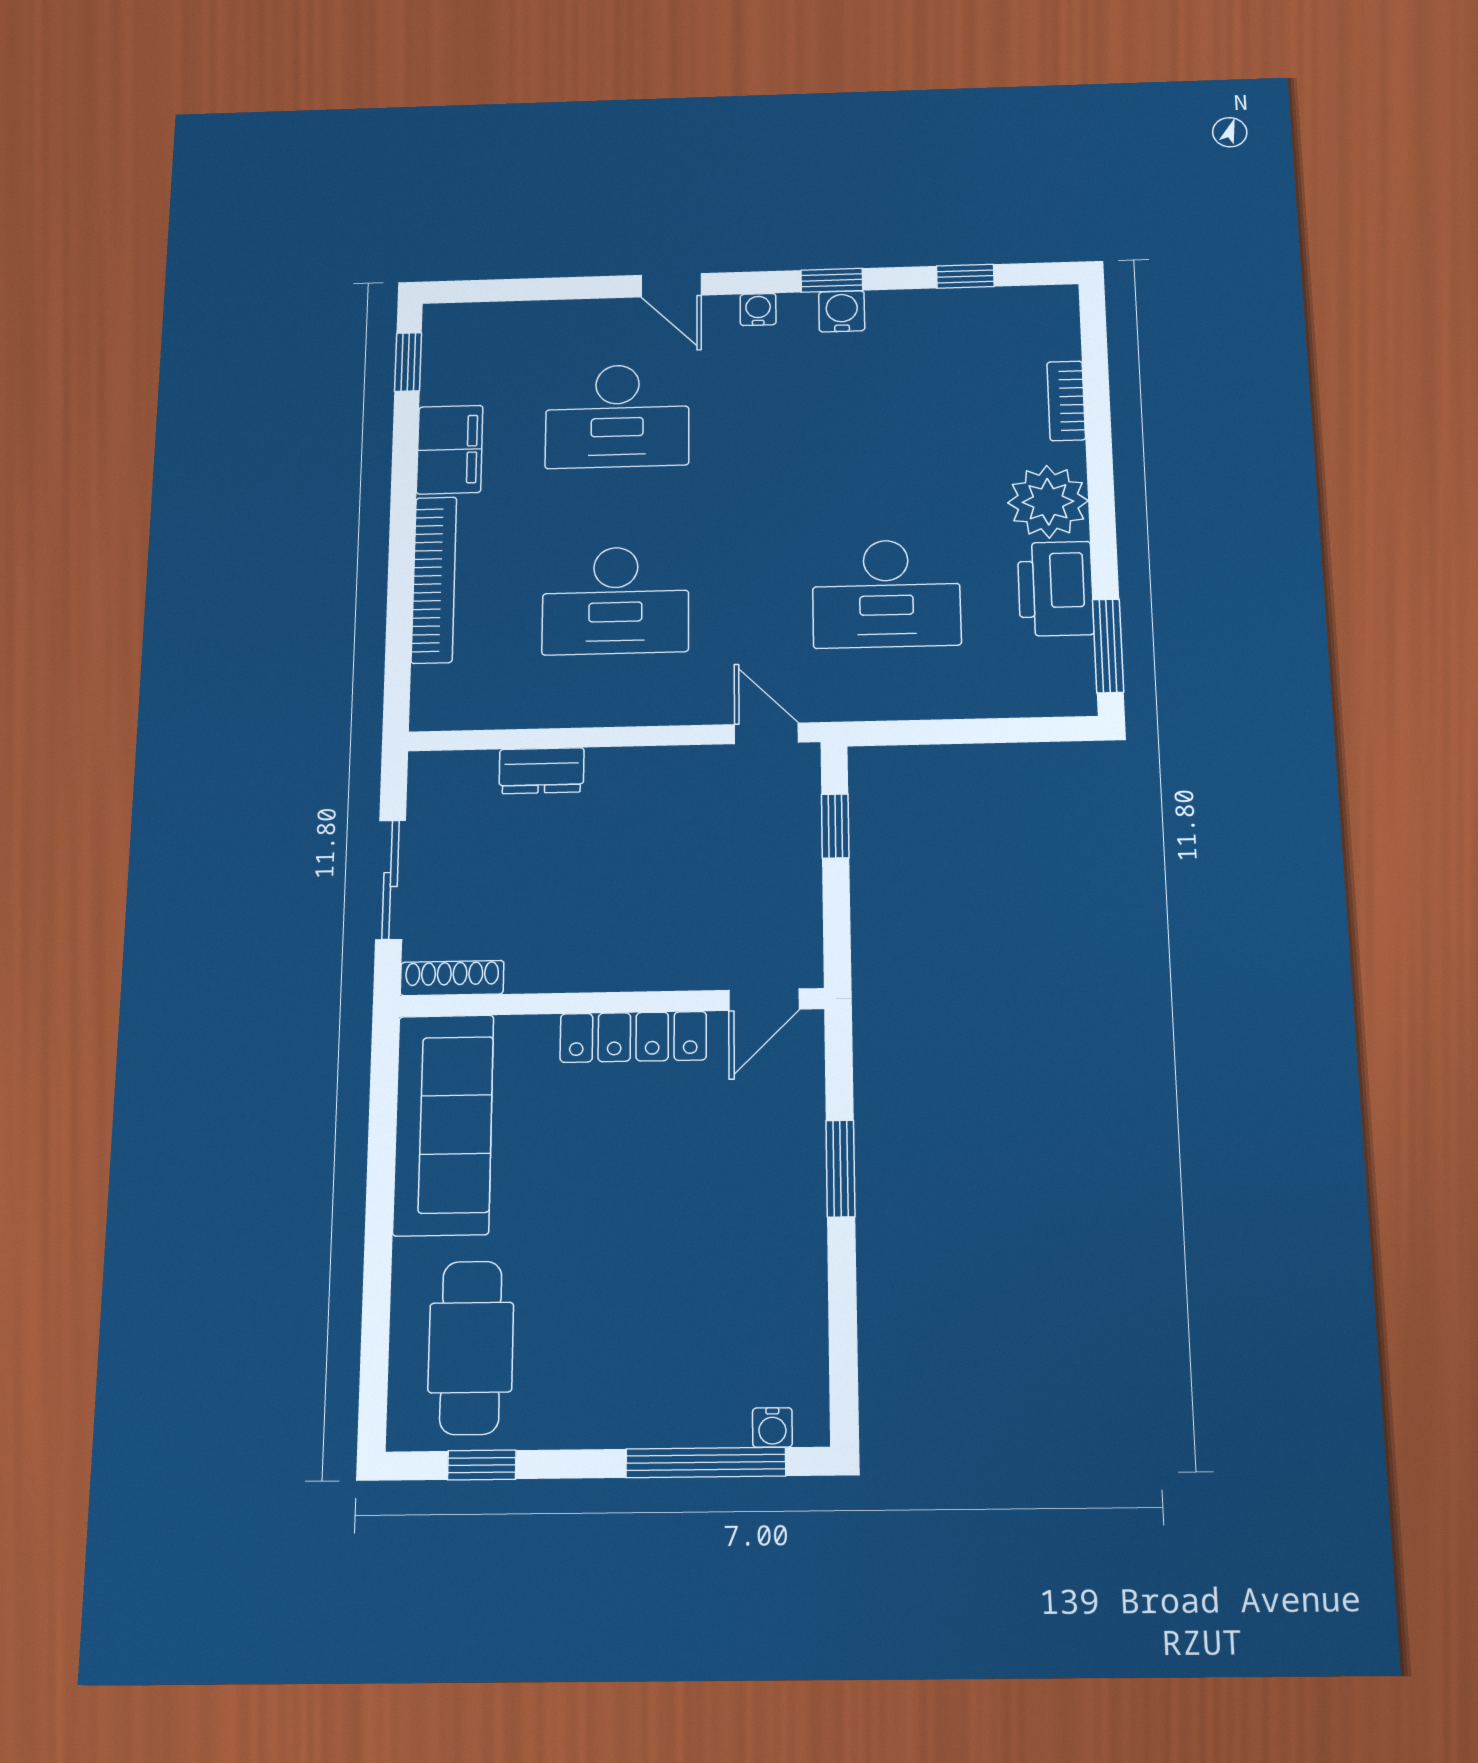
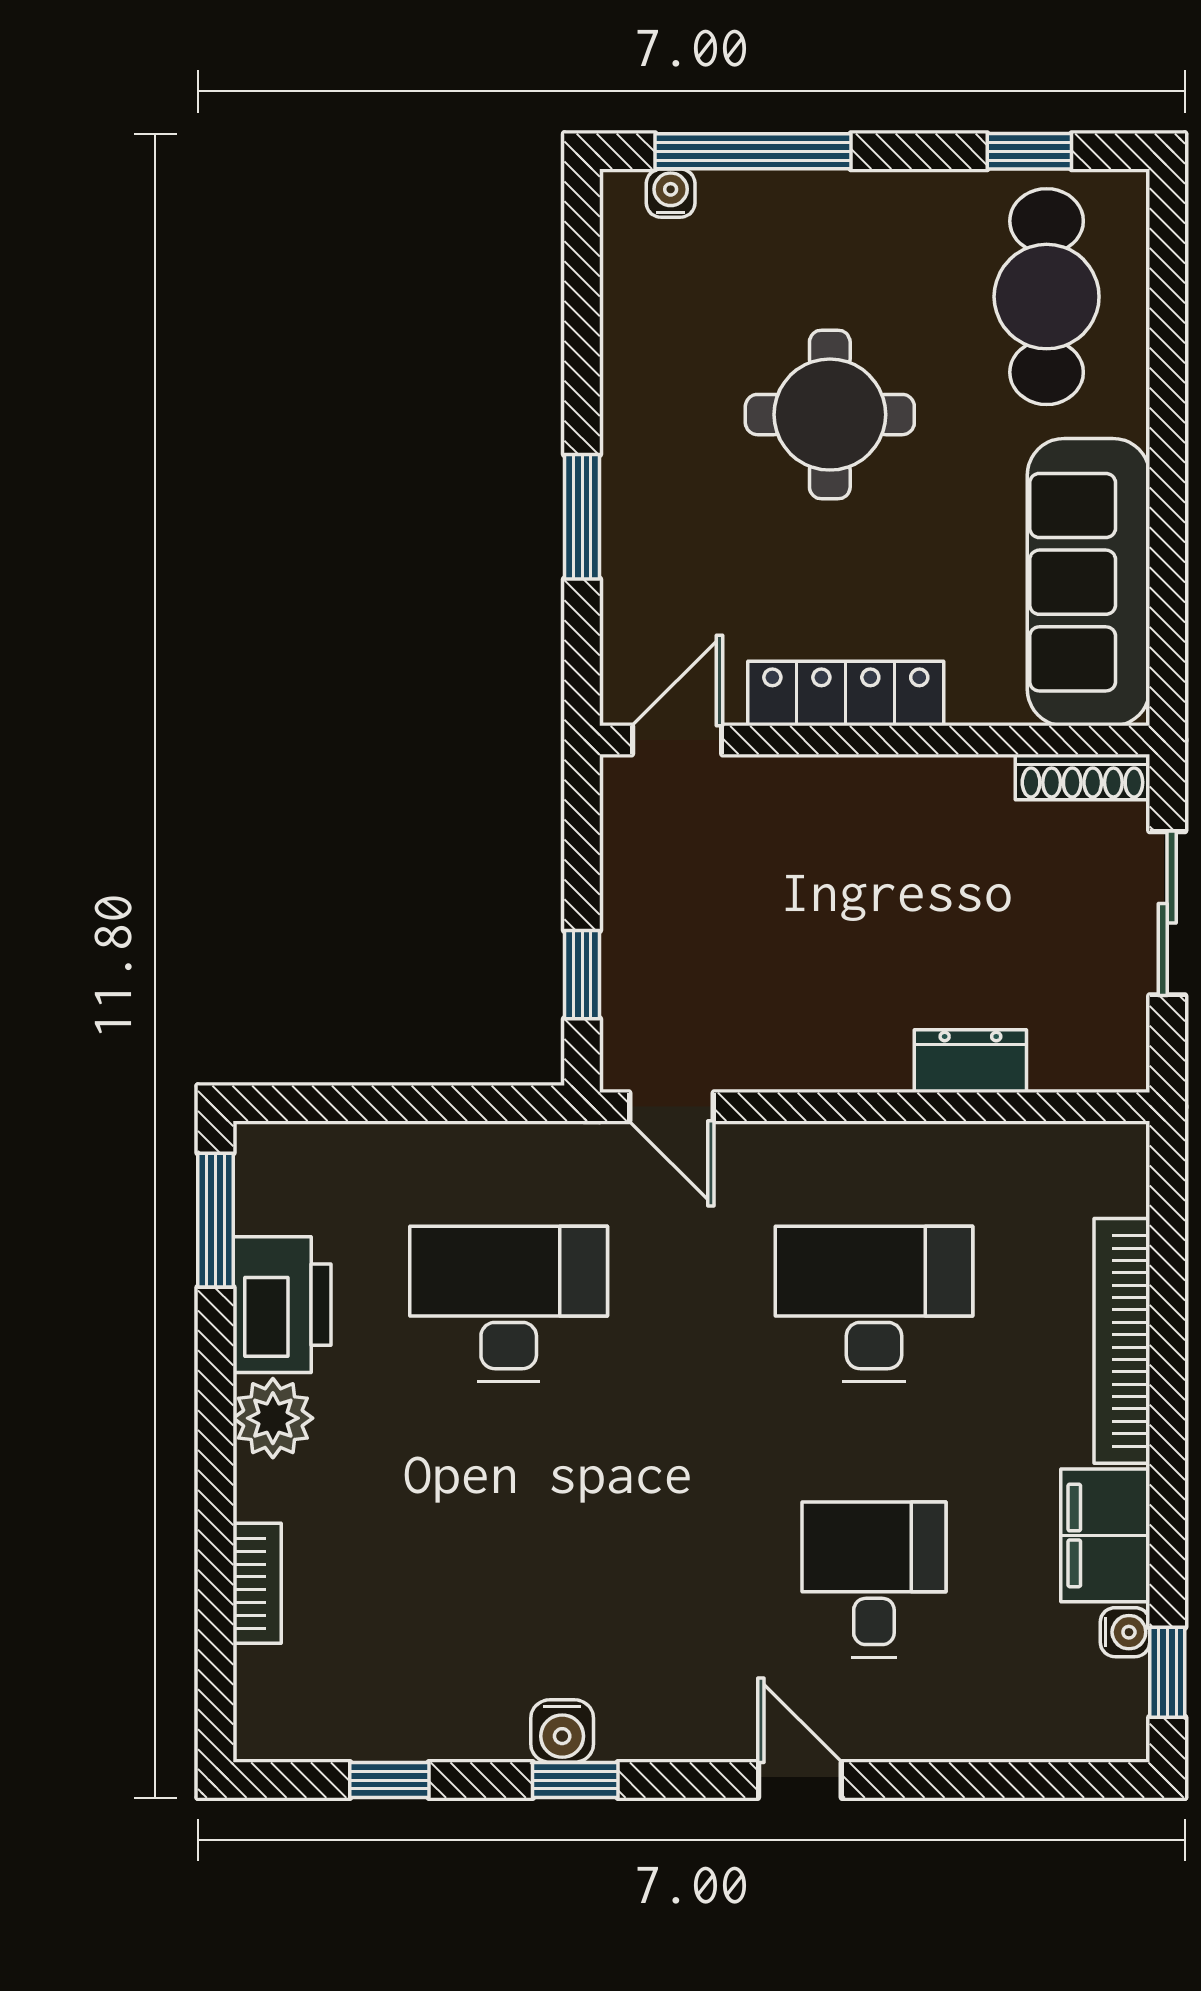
water cooler: (758, 310) -> (1125, 1632), moved, turned -90
desk: (617, 416) -> (874, 1580), width x0.73
plant: (1048, 502) -> (273, 1418), width x0.73, depth x0.73
round table: (644, 1251) -> (830, 415), added

